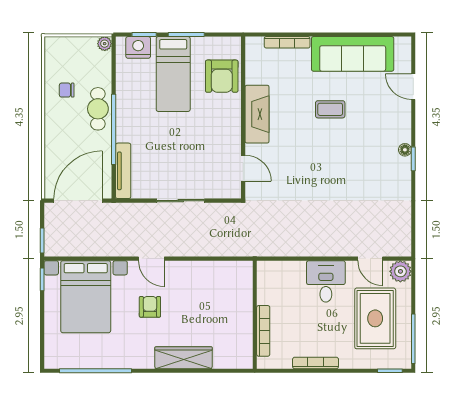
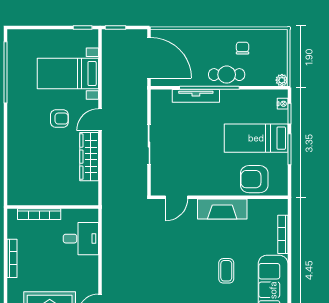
nightstand: (138, 47) -> (283, 104), width x0.53, depth x0.56
tv unit: (123, 171) -> (196, 96), moved
desk: (326, 281) -> (81, 239), moved
bed with nightstands: (86, 297) -> (68, 74), width x0.73
wardrobe: (184, 358) -> (89, 157), moved, turned 180

